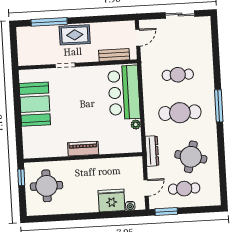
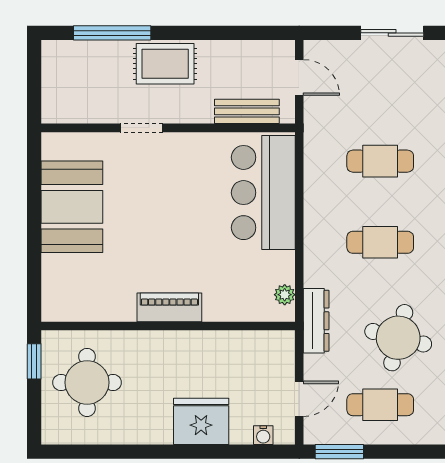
door: (138, 38) -> (299, 77), hinge flipped
cafe table: (180, 113) -> (380, 242), width x0.73, depth x0.74
plant: (136, 125) -> (285, 295), moved
fridge: (112, 200) -> (201, 421), moved

